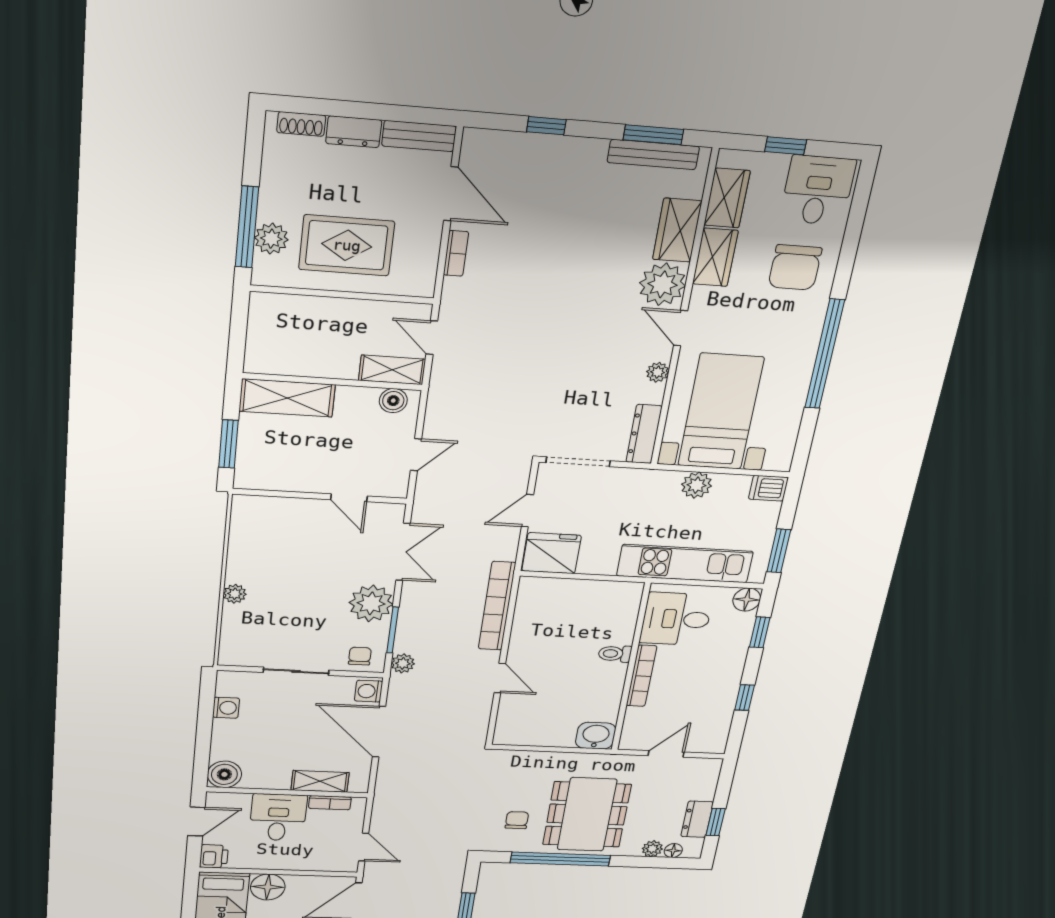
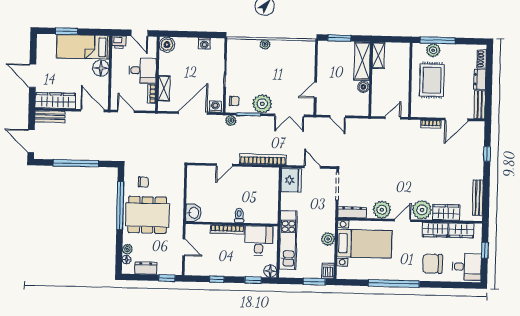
window: (653, 135) -> (486, 197), removed
shelving: (392, 370) -> (378, 55), moved
plant: (658, 372) -> (382, 210), width x1.88, depth x1.88
boiler: (393, 401) -> (363, 87), moved
window: (779, 551) -> (314, 282), moved
window: (716, 822) -> (167, 278), moved
door: (364, 847) -> (126, 111), swing flipped

